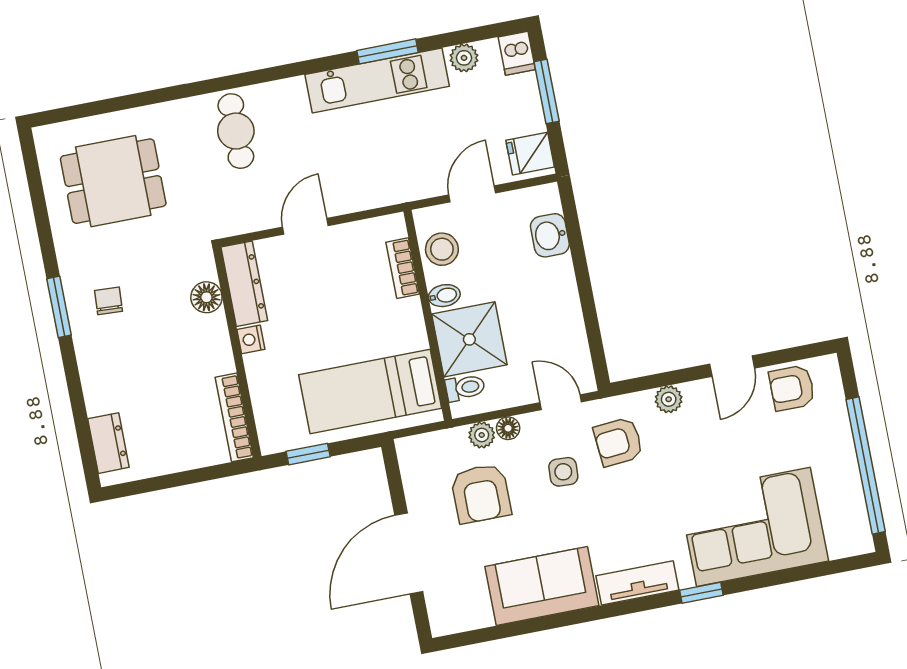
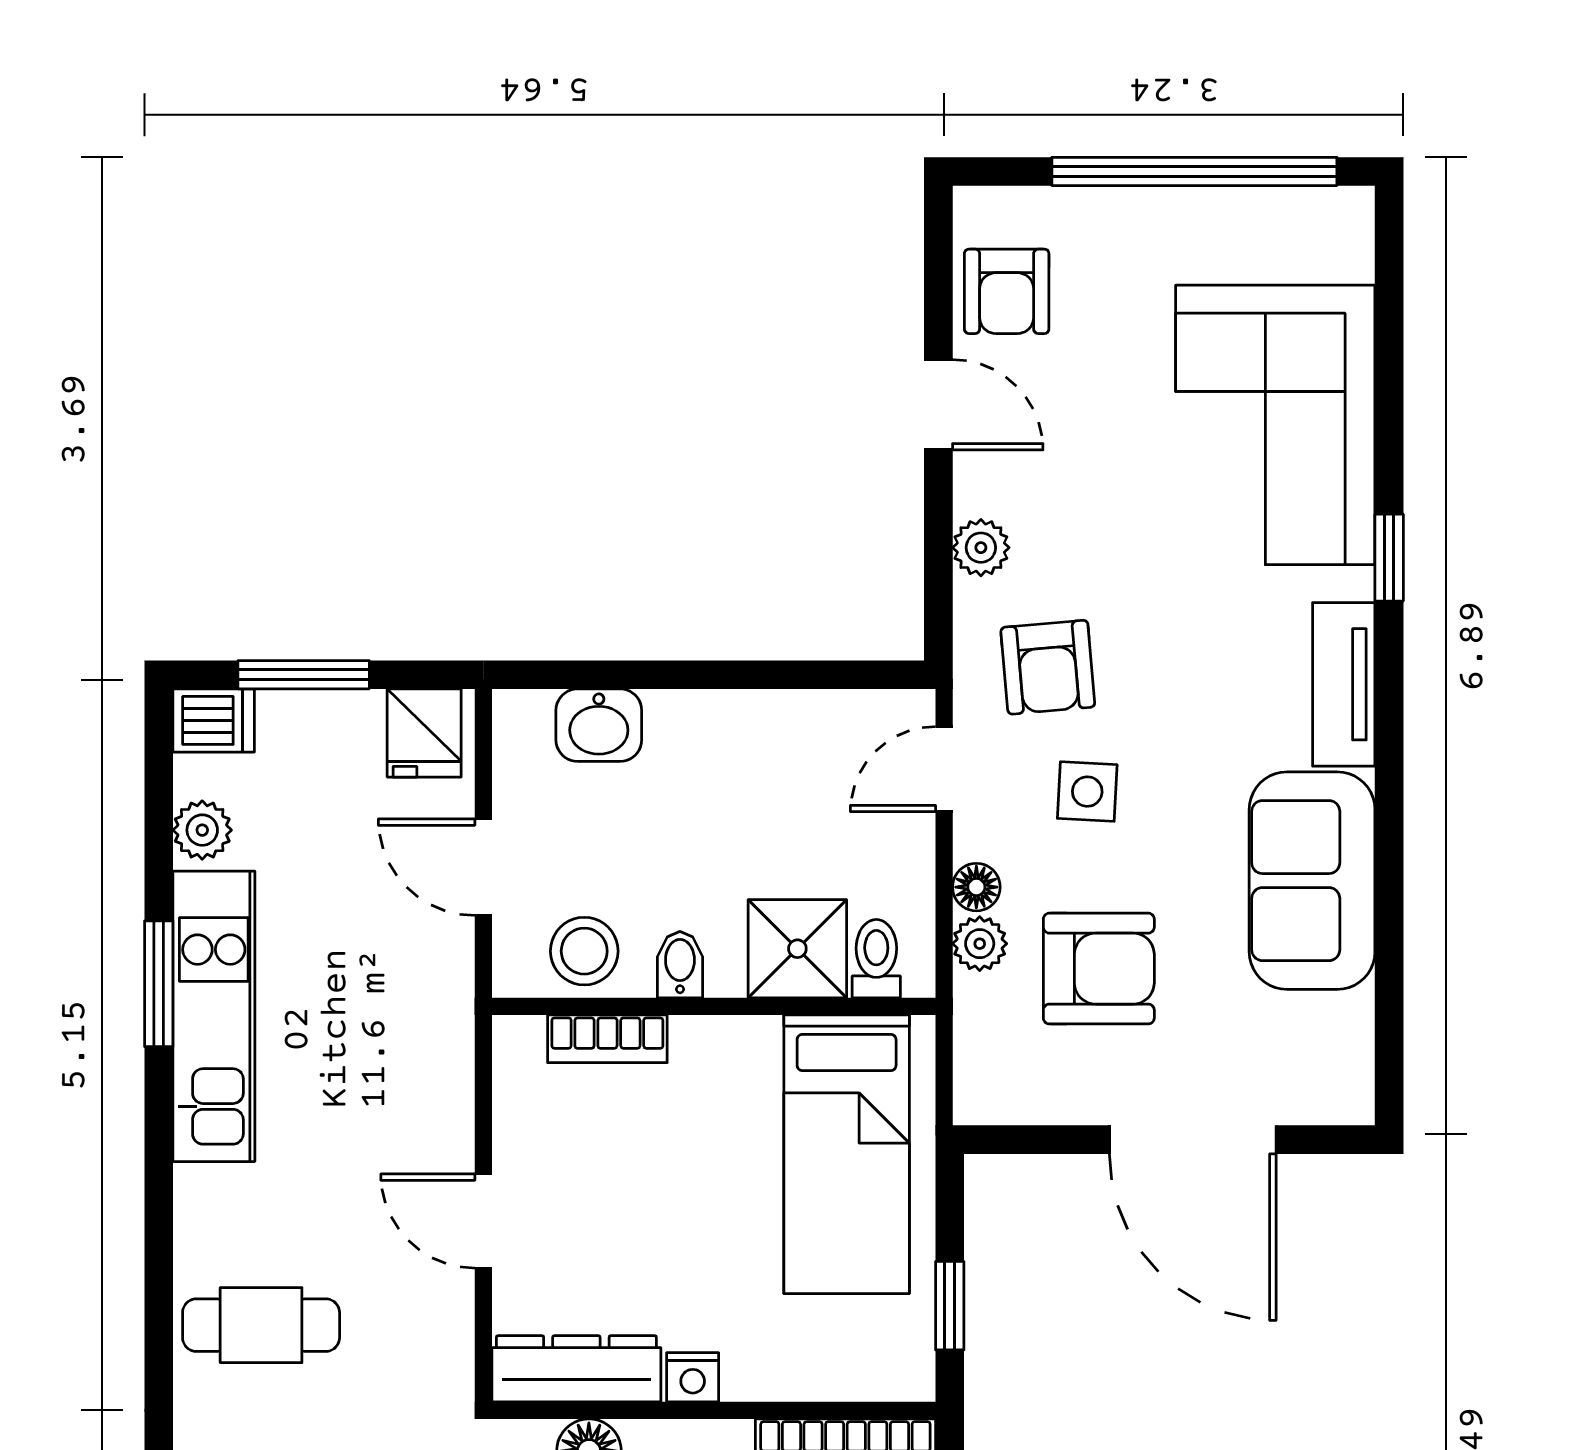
shower: (469, 339) -> (797, 949), width x0.73, depth x0.73

